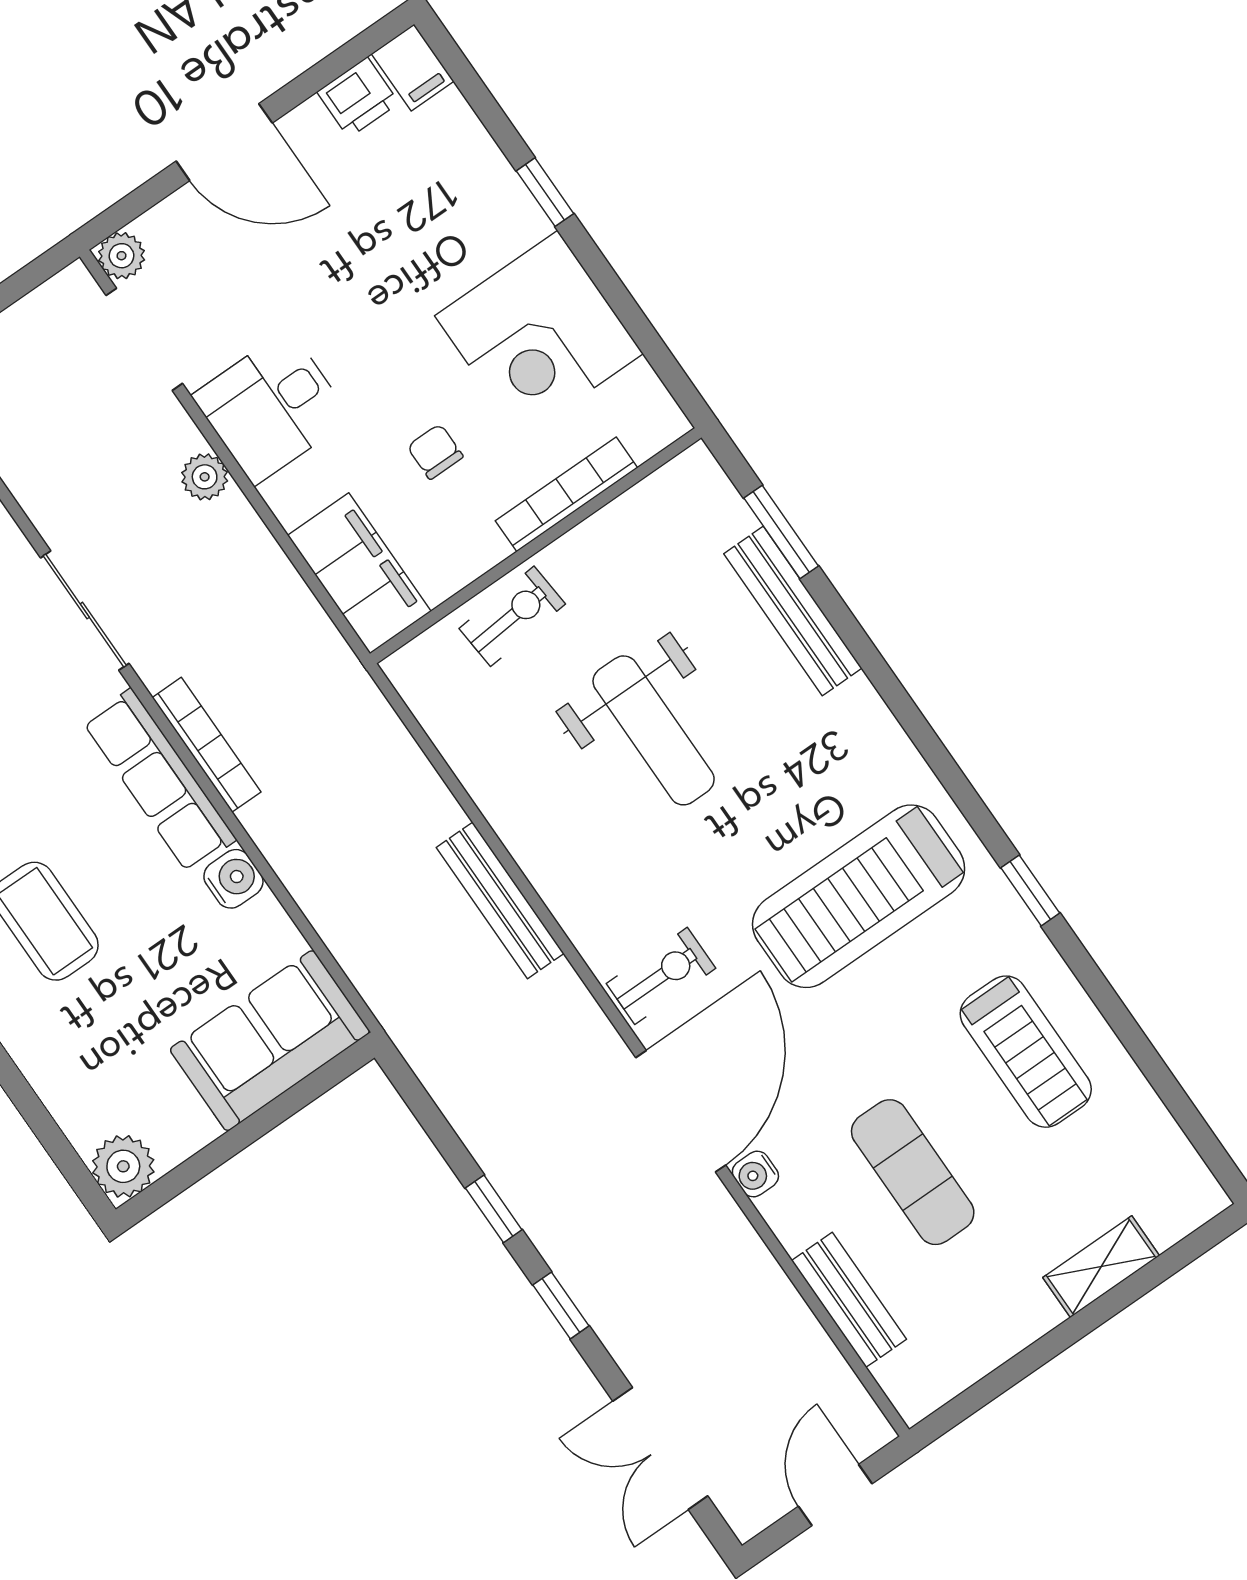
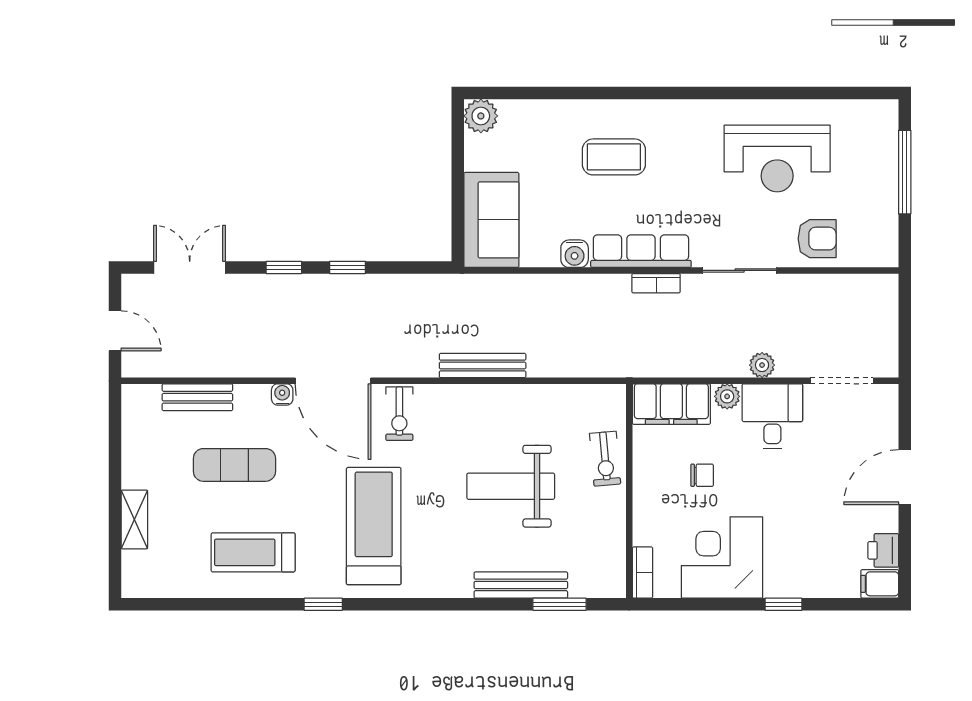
plant: (122, 256) -> (727, 396), moved
bookcase: (567, 494) -> (642, 572), moved, width x0.64
bookcase: (207, 745) -> (656, 283), width x0.64

